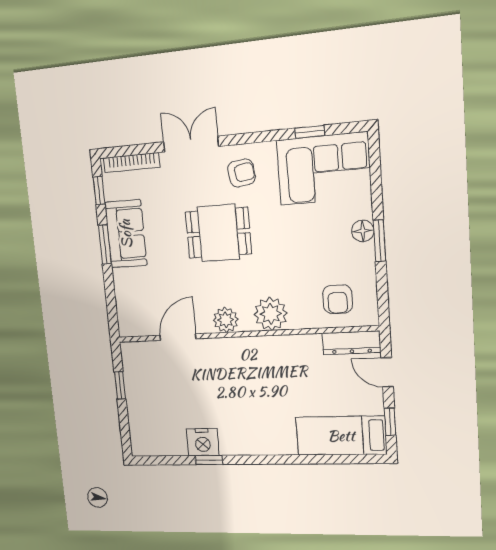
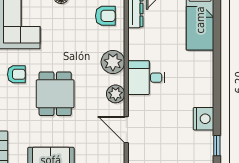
armchair: (241, 173) -> (16, 74), turned 98
desk: (252, 362) -> (146, 78), added
window: (209, 460) -> (217, 146), moved

